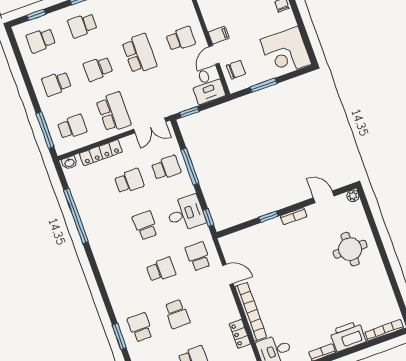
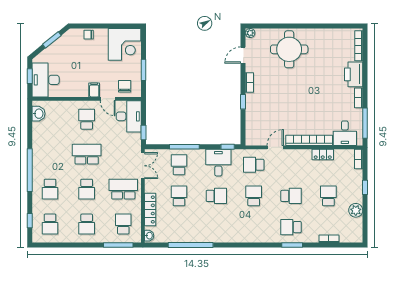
desk: (207, 86) -> (129, 116), width x1.37
school desk: (145, 225) -> (216, 196), turned 180
round table: (350, 249) -> (289, 49), width x1.36, depth x1.36

